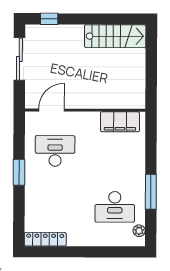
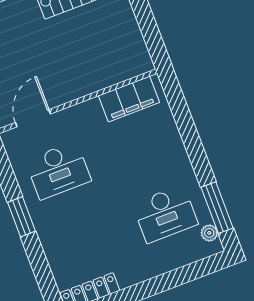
desk: (55, 151) -> (58, 170), turned 180
window: (151, 192) -> (217, 208), moved

